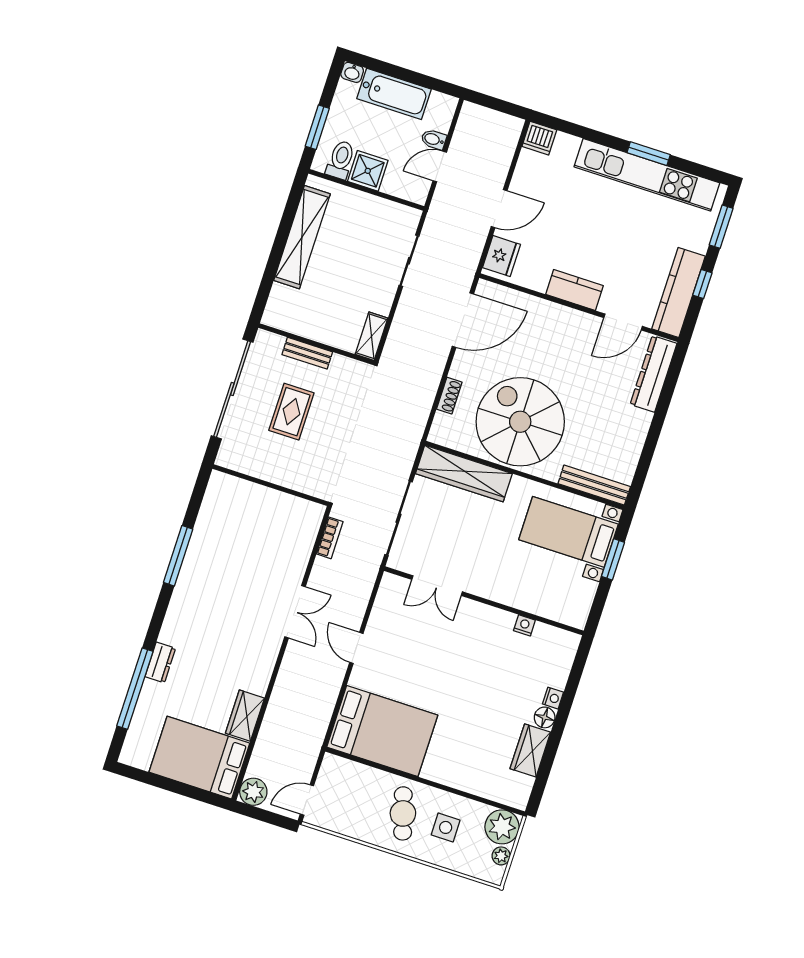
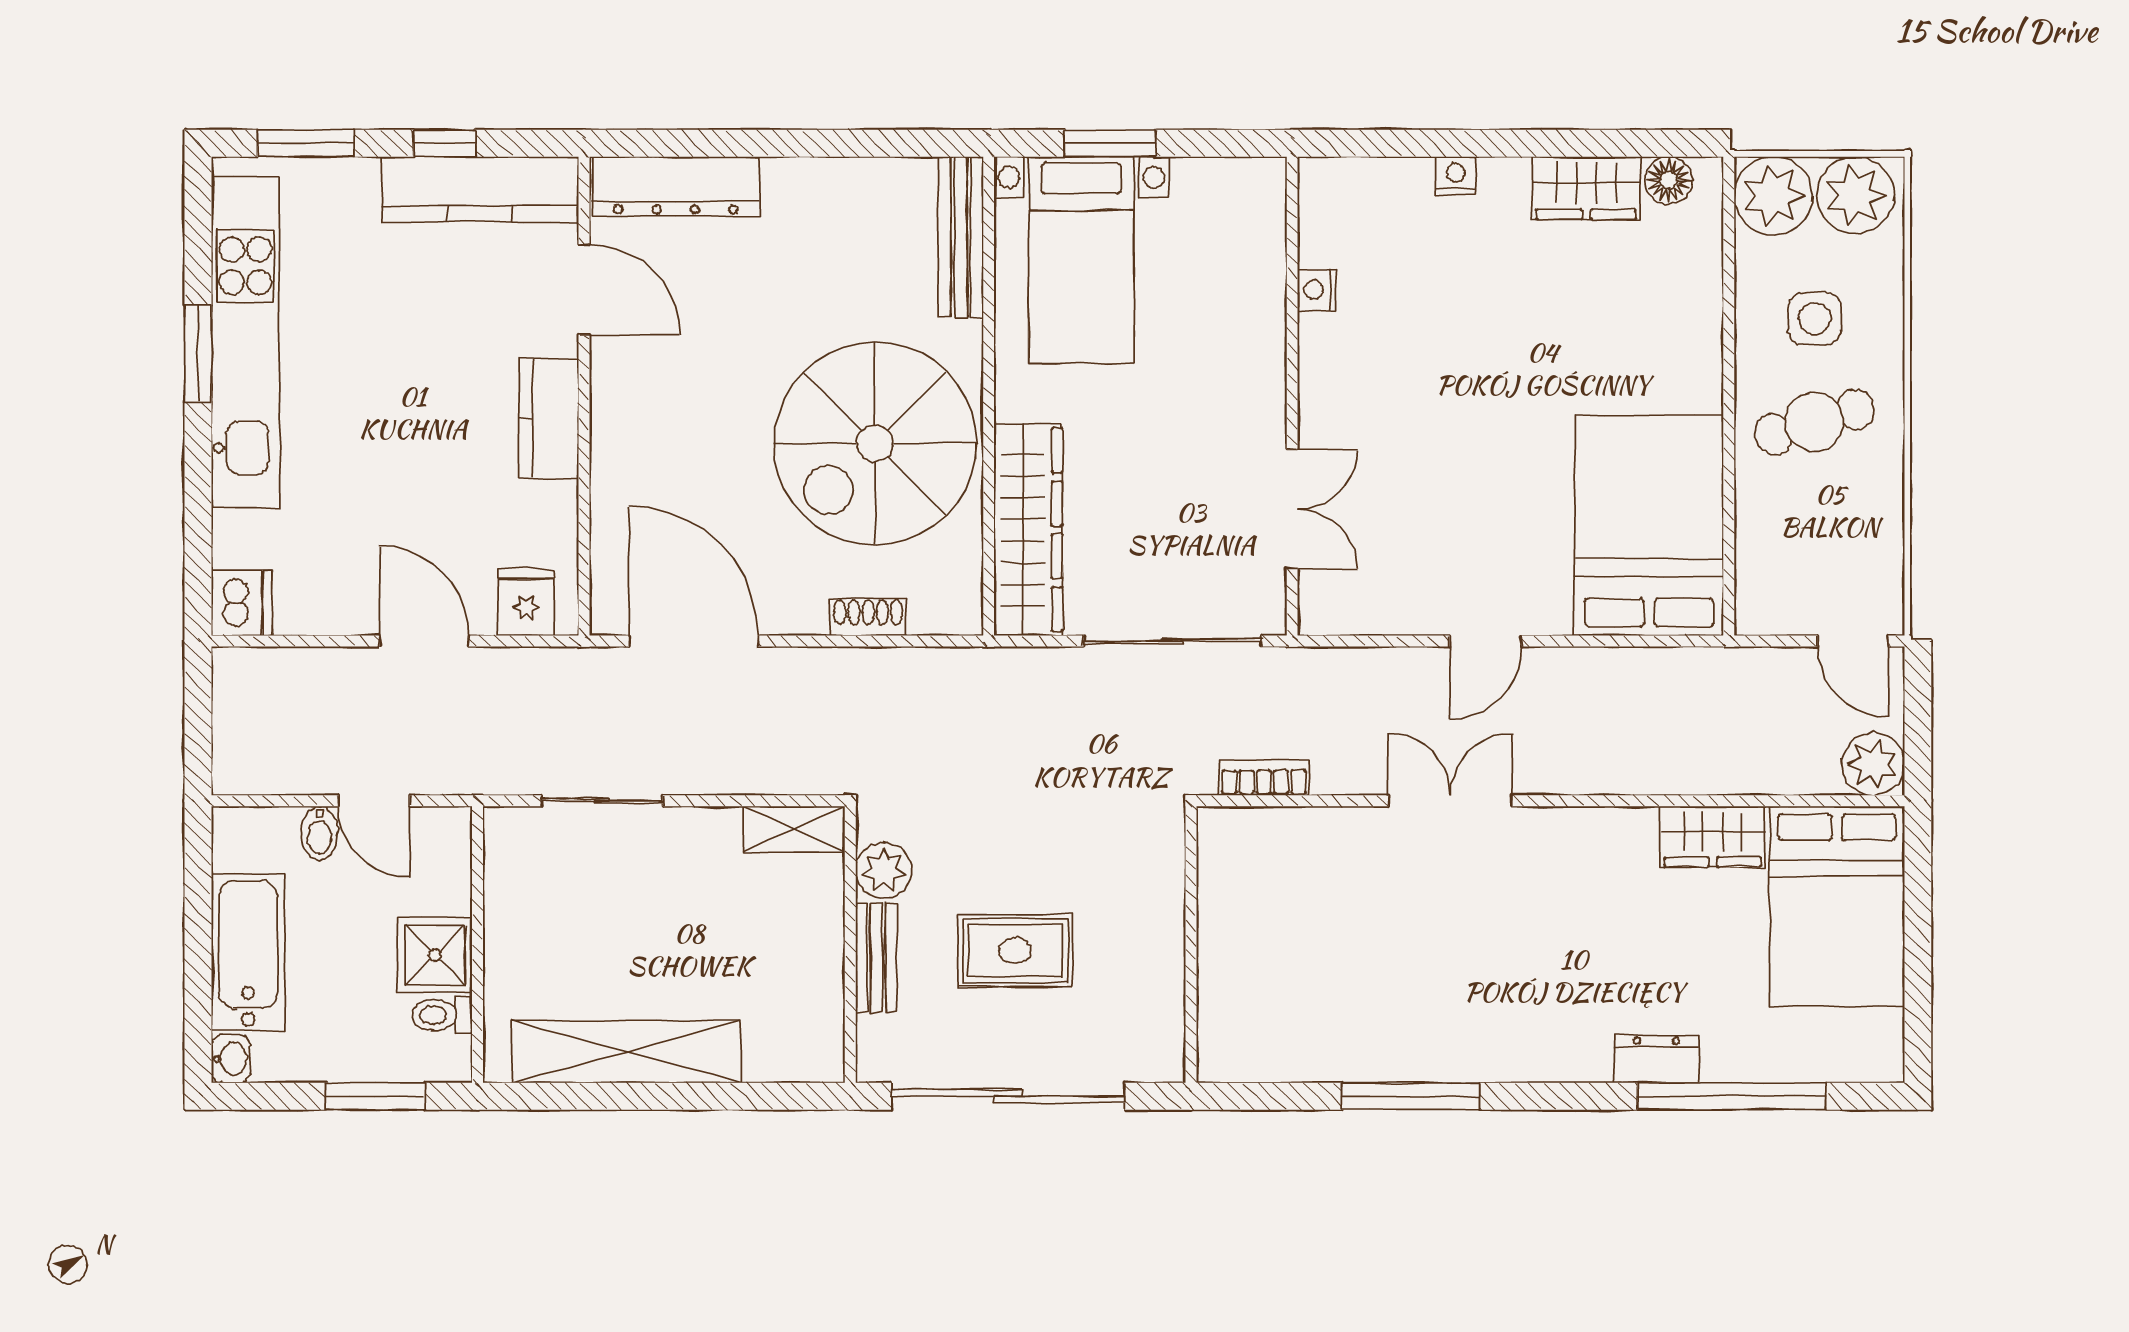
toilet: (341, 160) -> (442, 1015), width x0.73, depth x0.72
fridge: (501, 256) -> (526, 602), width x0.72
plant: (342, 368) -> (884, 870), added
floor lamp: (545, 717) -> (1669, 180), moved
plant: (501, 856) -> (1855, 195), width x1.87, depth x1.87

